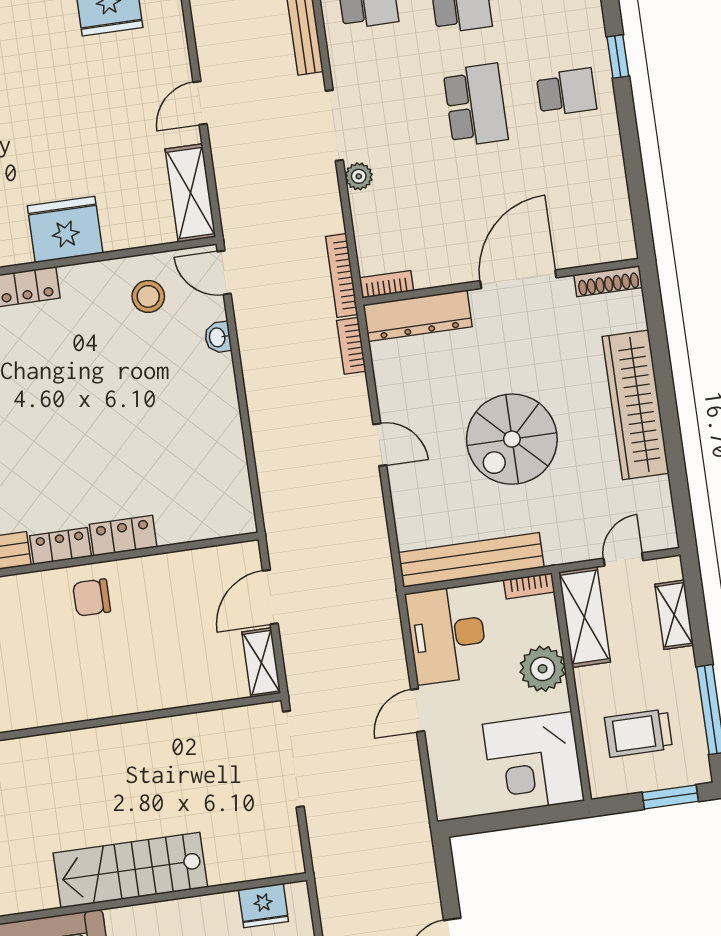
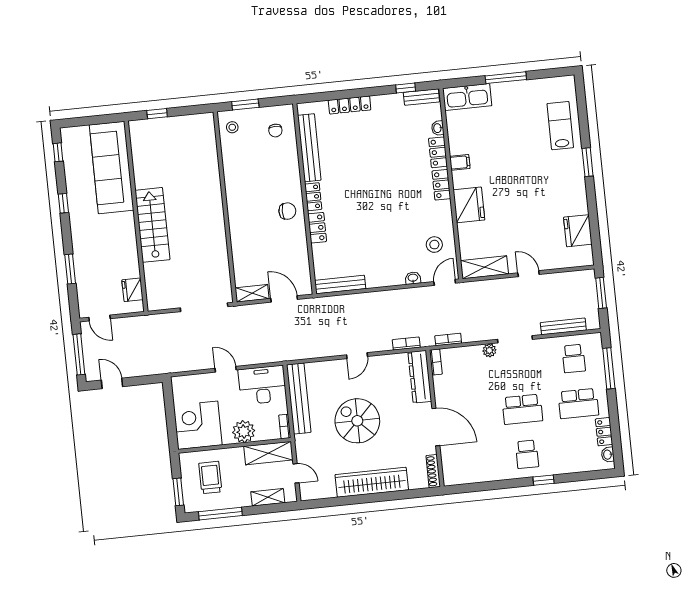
bookcase: (342, 276) -> (448, 339), width x0.64
bench: (237, 485) -> (340, 285), added
chair: (92, 598) -> (287, 211), turned 90

